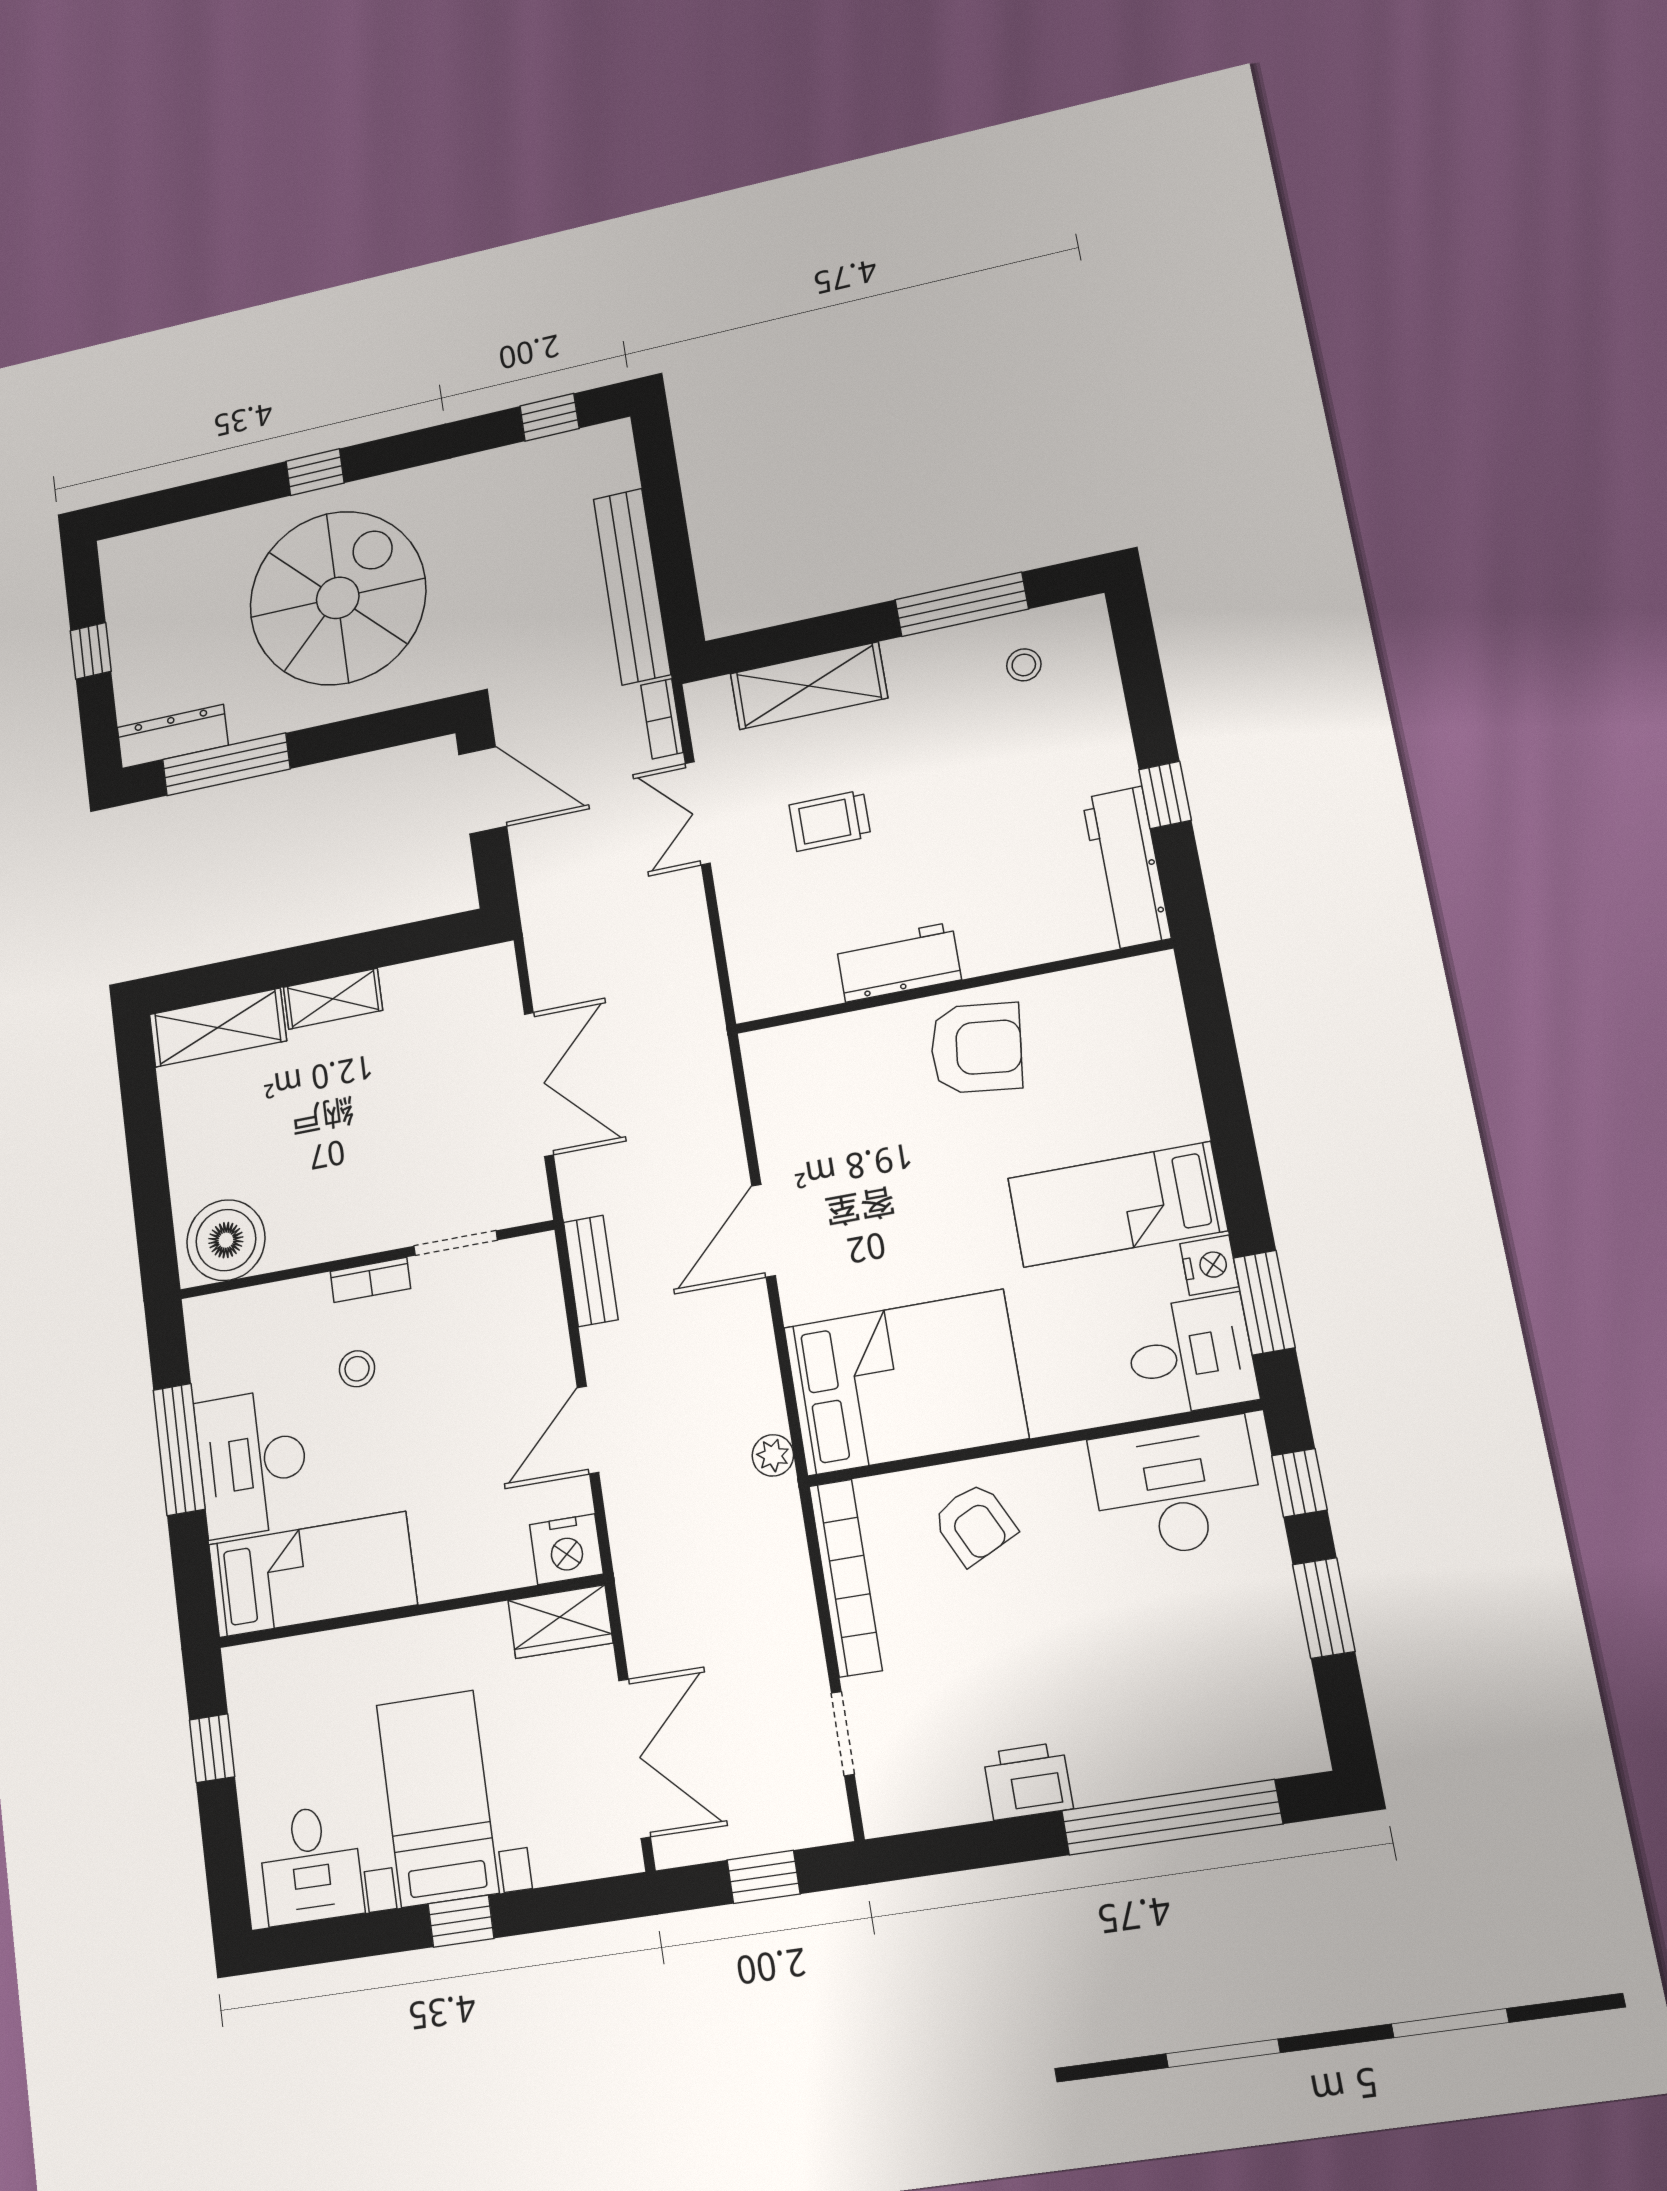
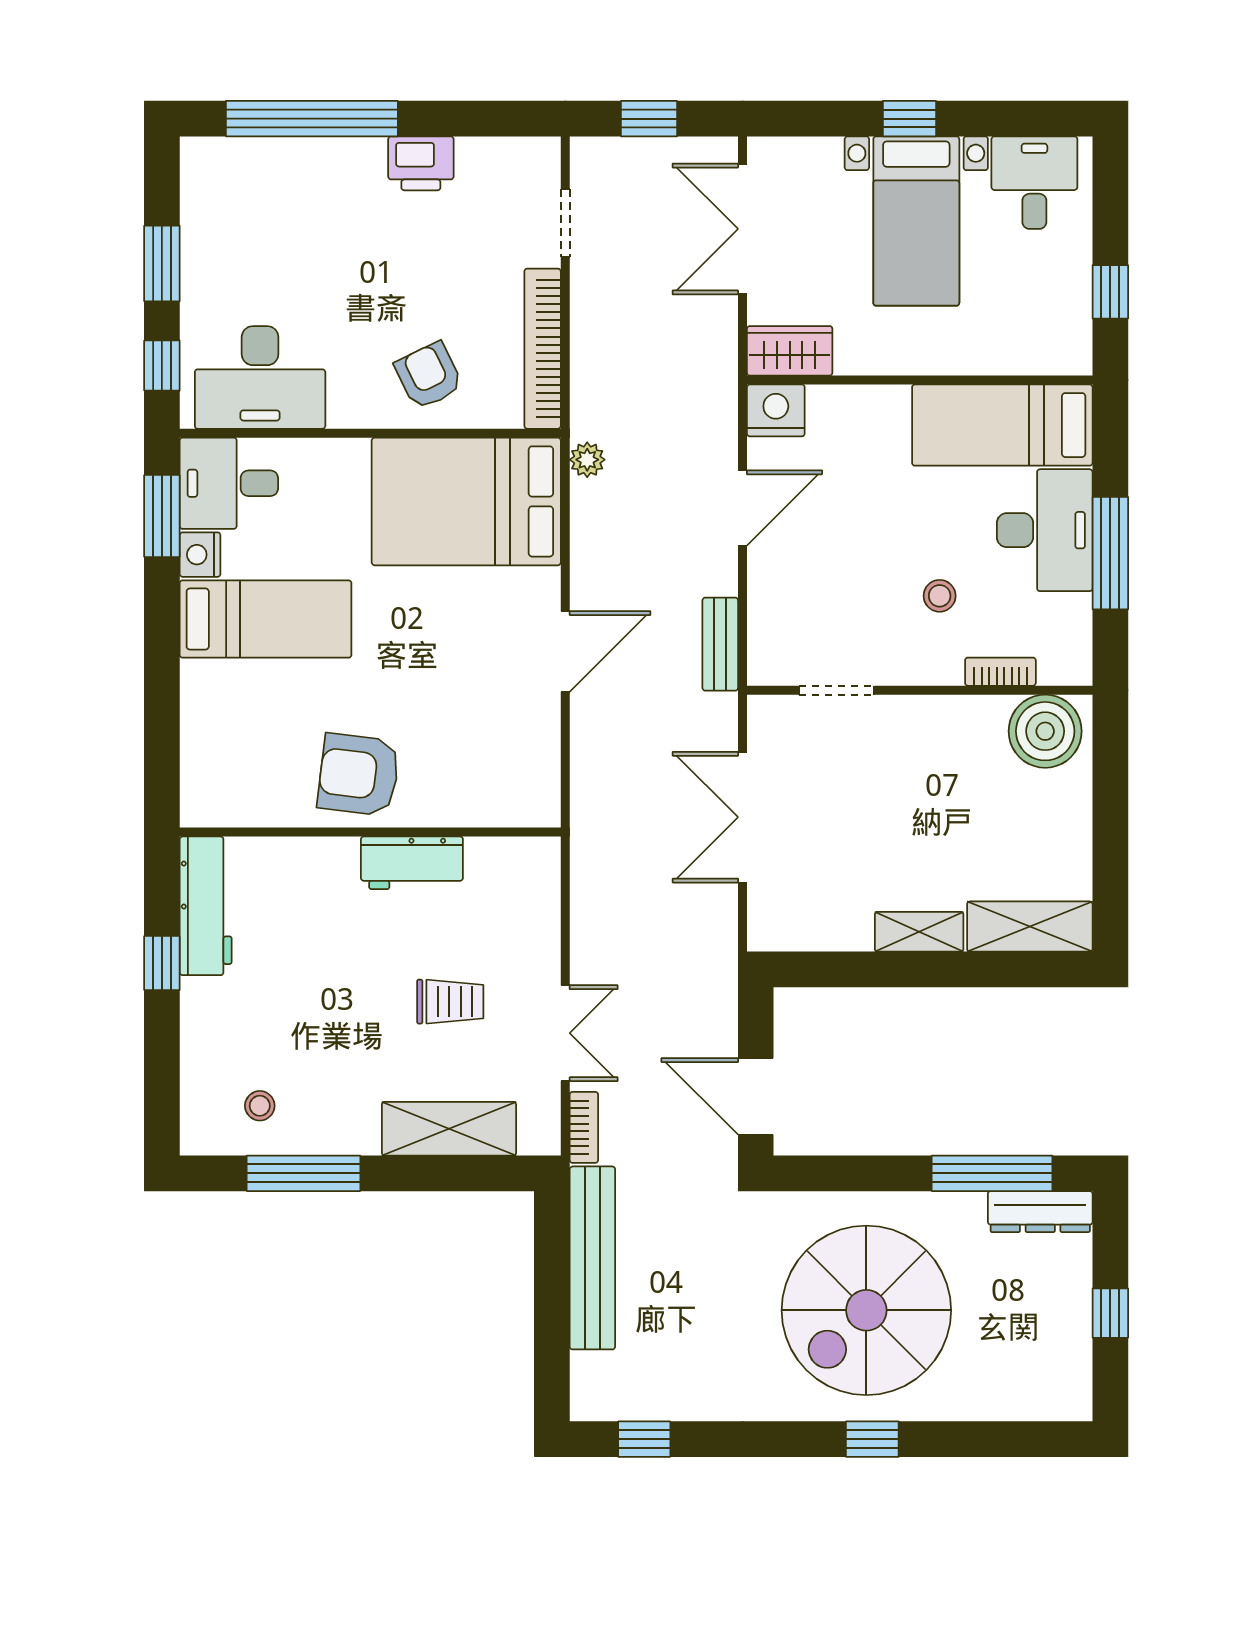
bookcase: (370, 1280) -> (1000, 672), moved

